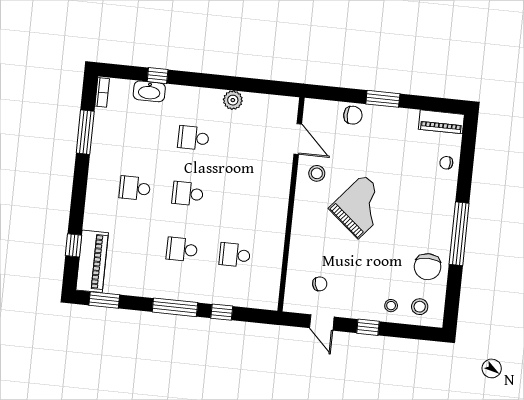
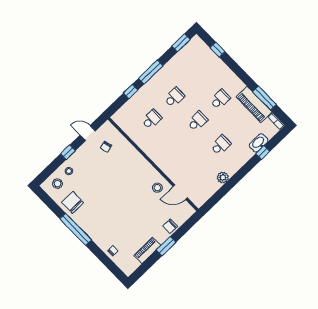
piano: (441, 122) -> (147, 250), moved
grand piano: (361, 206) -> (126, 195), removed
piano: (92, 261) -> (254, 104), moved

